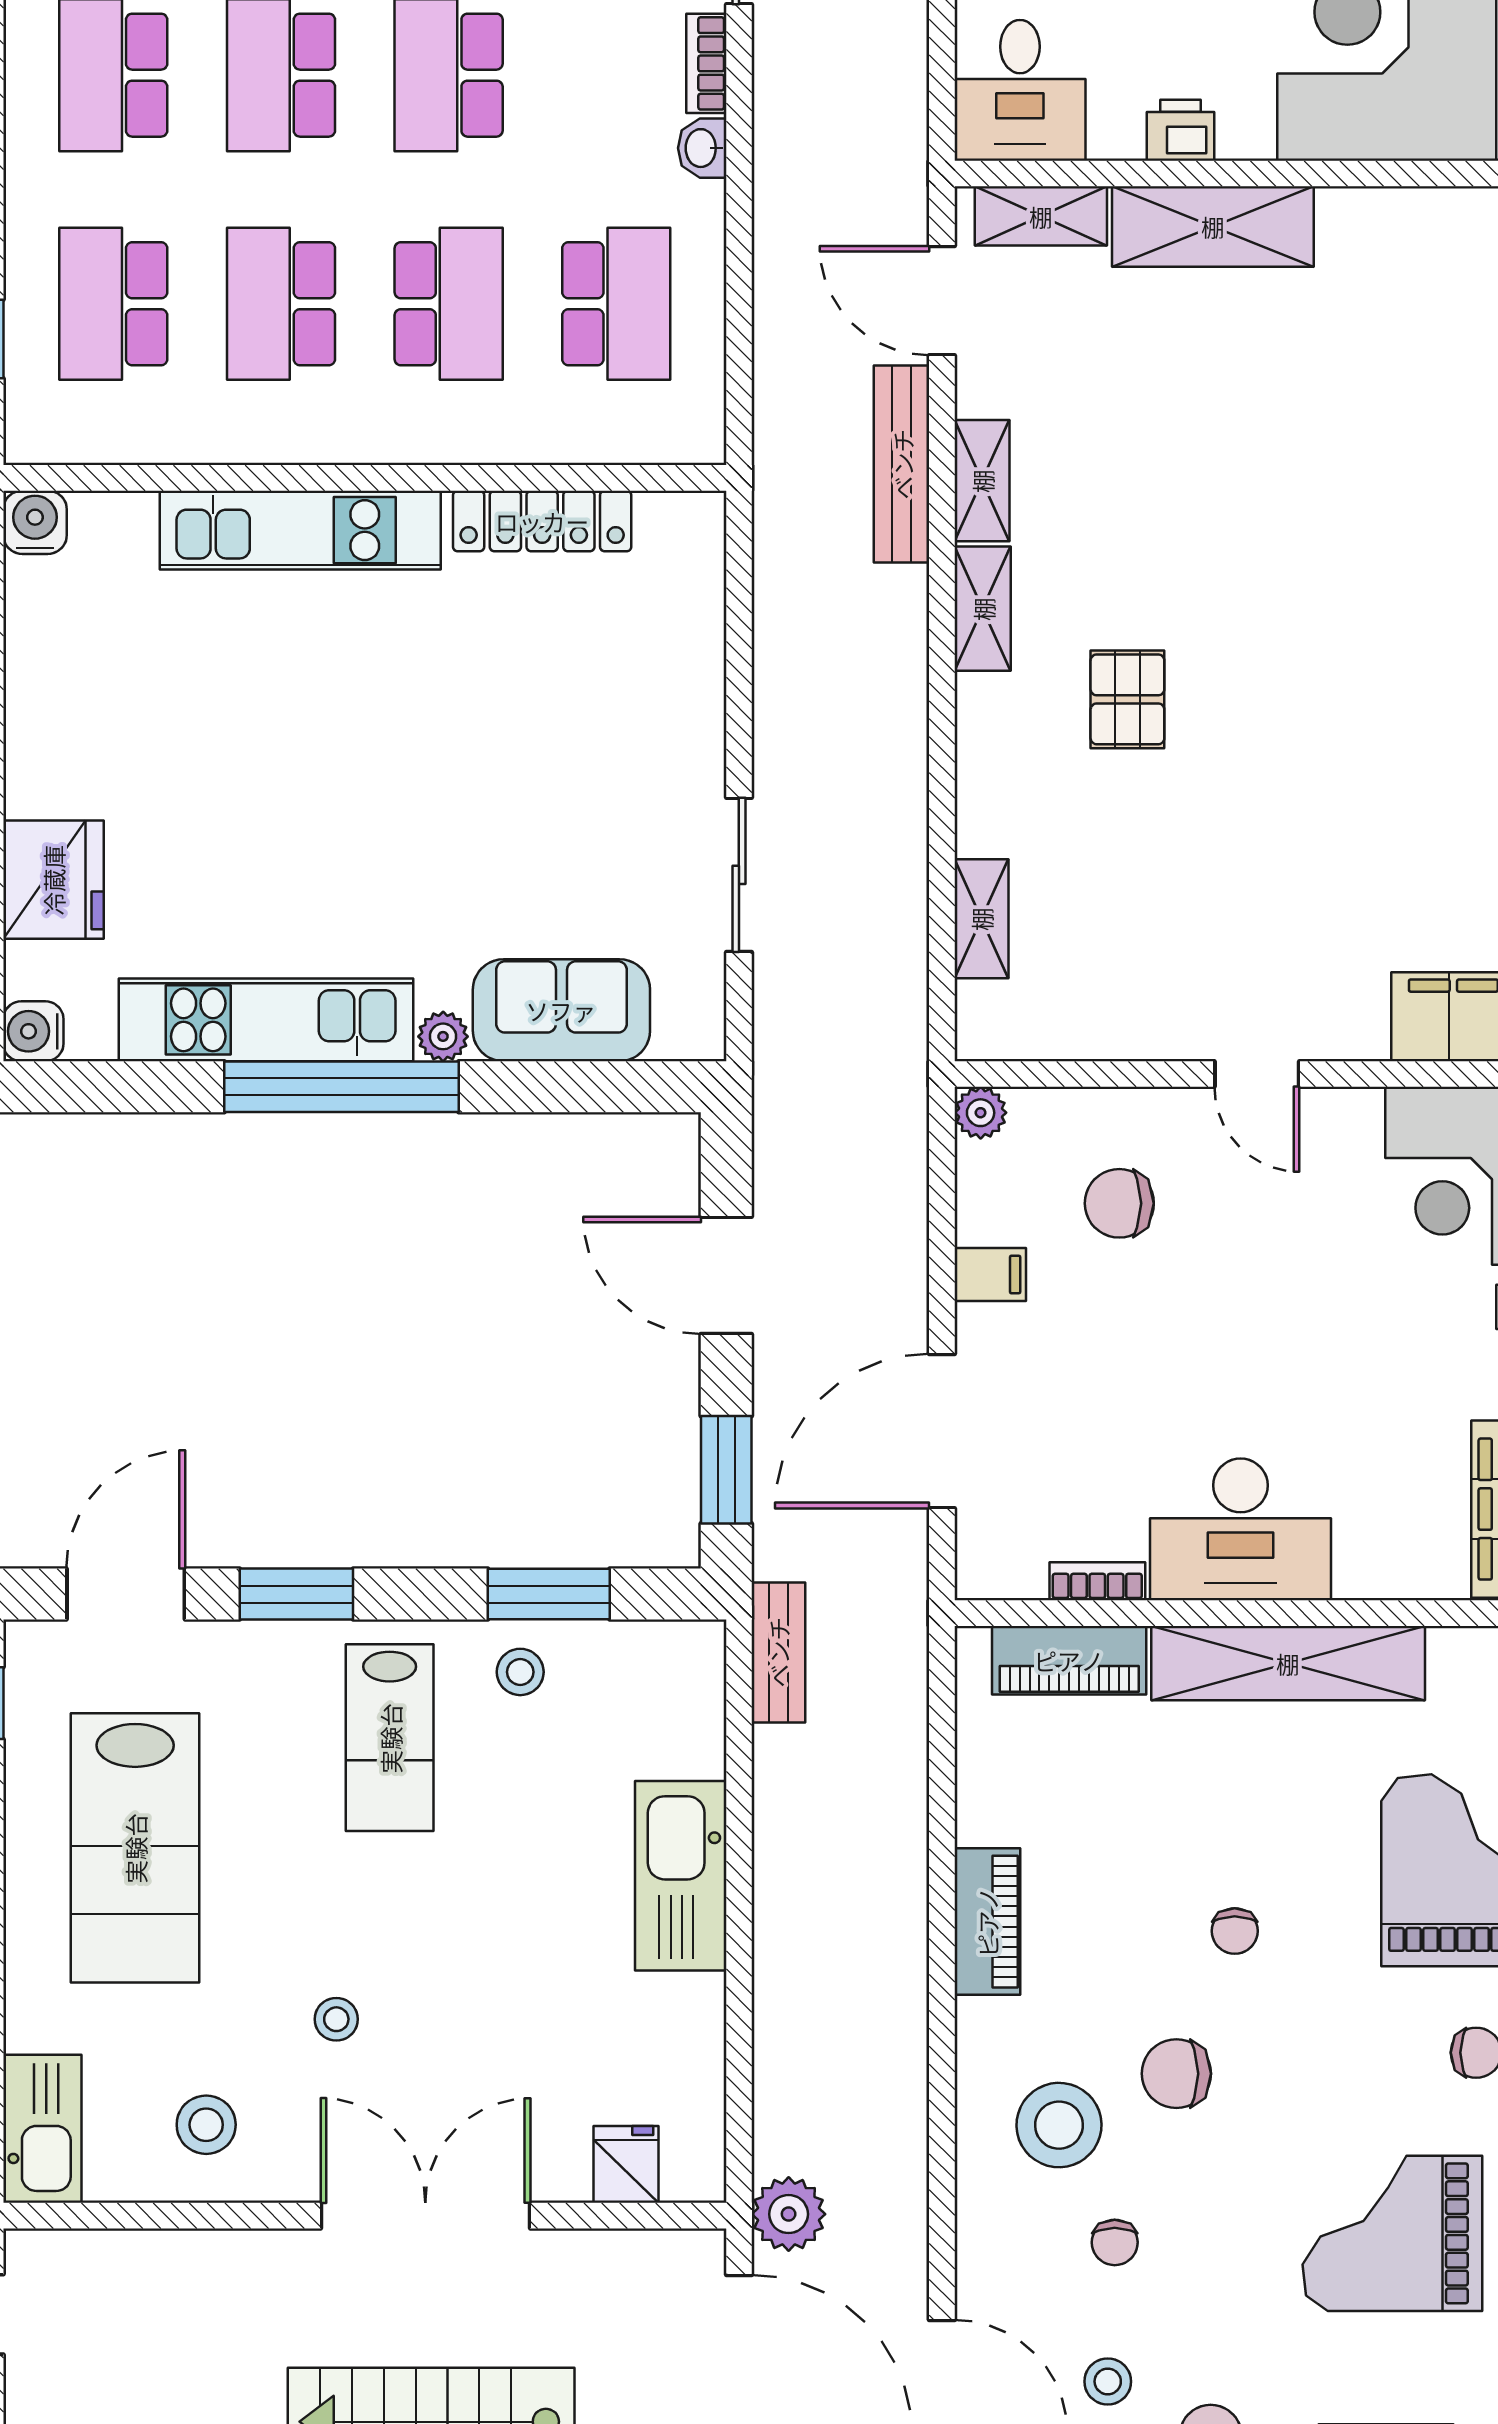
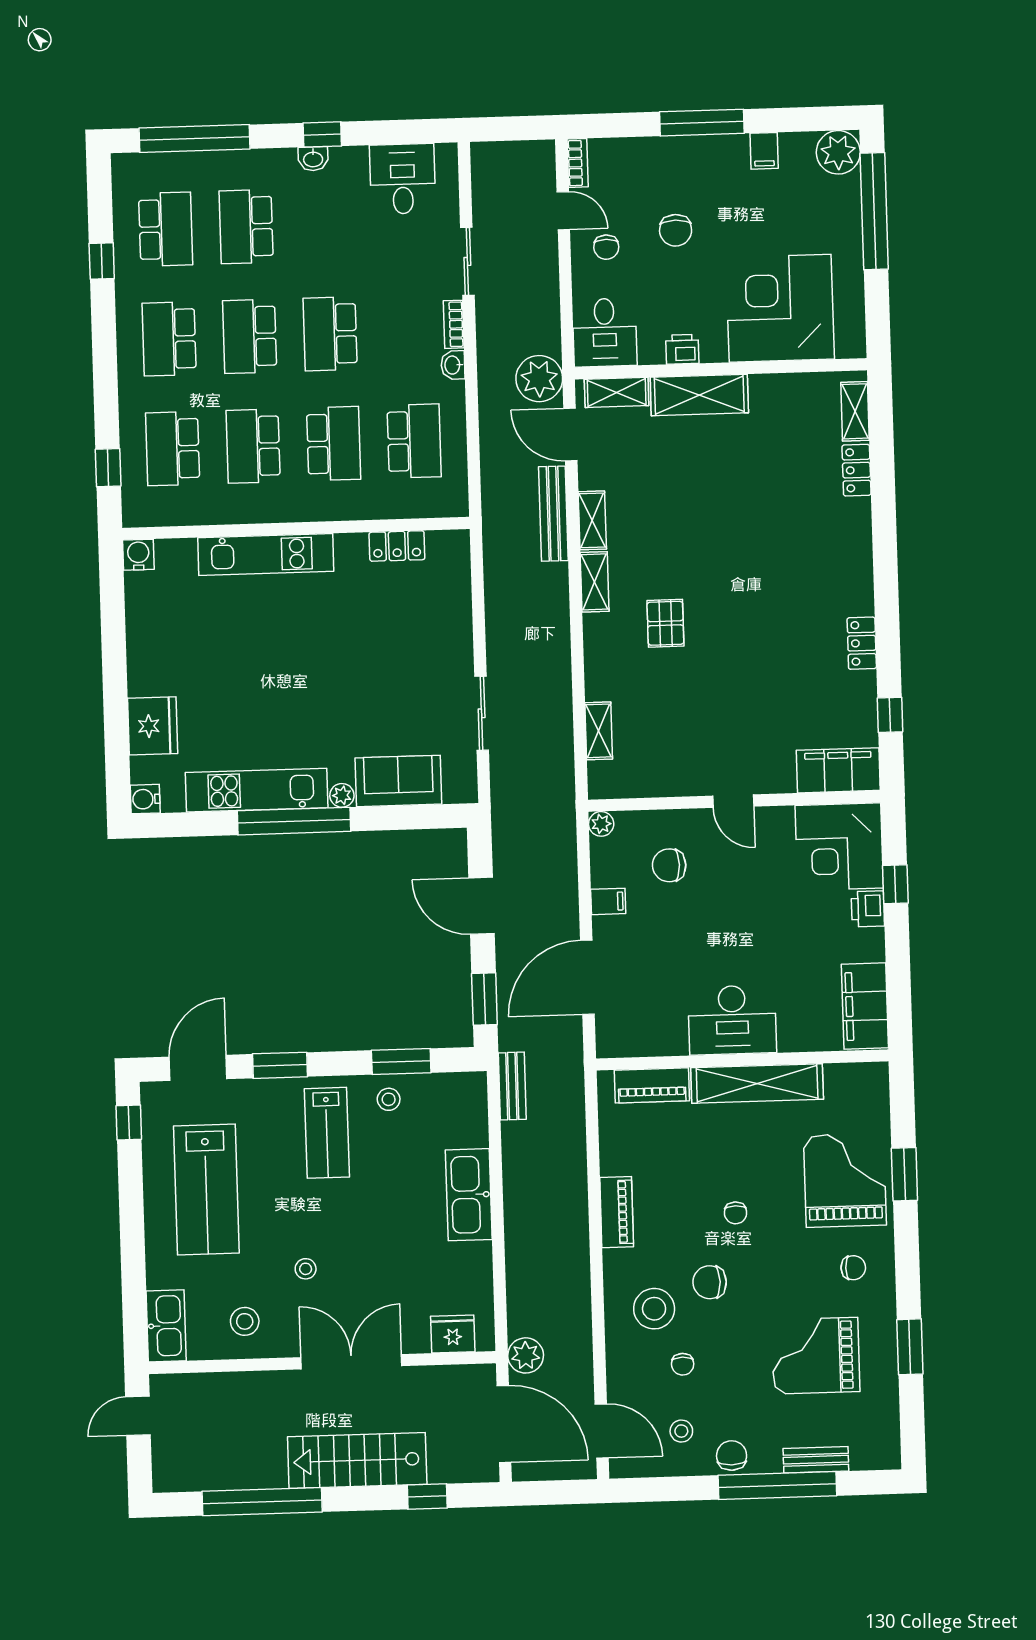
plant: (881, 182) -> (539, 379), added
locker: (542, 521) -> (397, 546), width x0.66
bookcase: (1097, 1581) -> (664, 1047), removed
fridge: (626, 2164) -> (453, 1334), width x1.38

